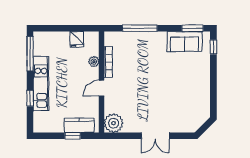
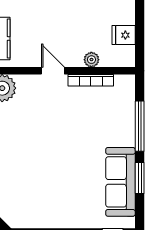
window: (192, 28) -> (140, 178), moved
sofa: (184, 42) -> (120, 182), width x1.36

